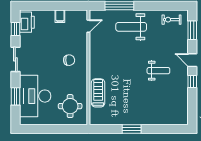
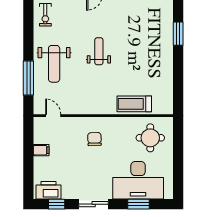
weight bench: (158, 71) -> (99, 51), moved
window: (132, 129) -> (178, 34), moved

